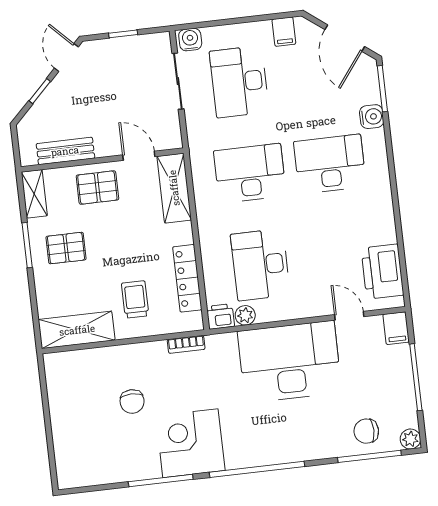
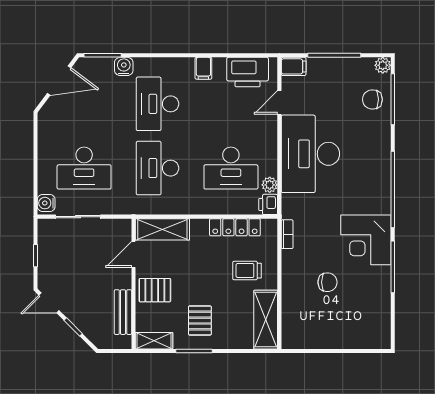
filing cabinet: (284, 32) -> (203, 68), moved, turned 90
pallet: (97, 188) -> (155, 290), turned 90
chair: (366, 431) -> (372, 99), turned 90

